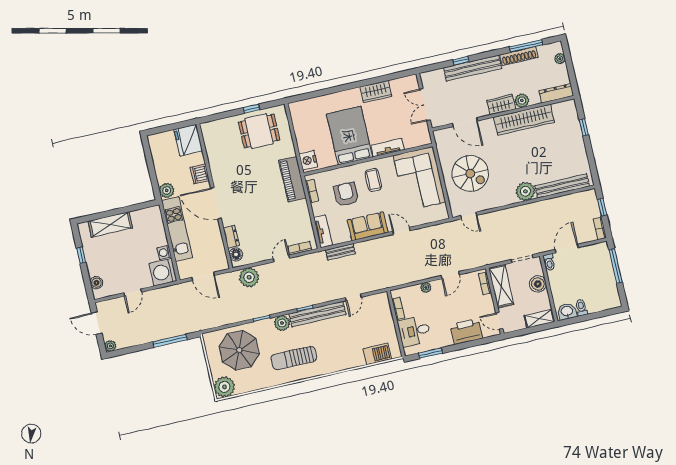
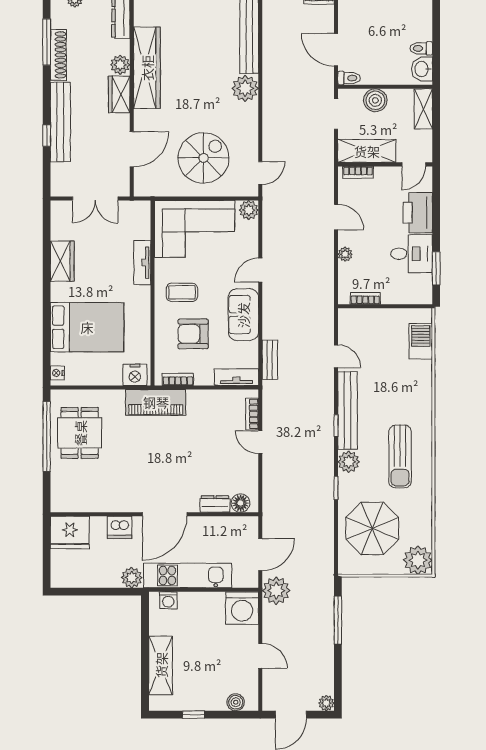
nightstand: (297, 106) -> (57, 373), added
window: (251, 109) -> (47, 436), width x3.17
bed: (349, 136) -> (87, 327), moved, turned 180
plant: (441, 213) -> (249, 210), added
washing machine: (164, 252) -> (168, 600), moved
plant: (249, 277) -> (276, 591), moved
desk: (414, 331) -> (412, 254), moved, turned -90

